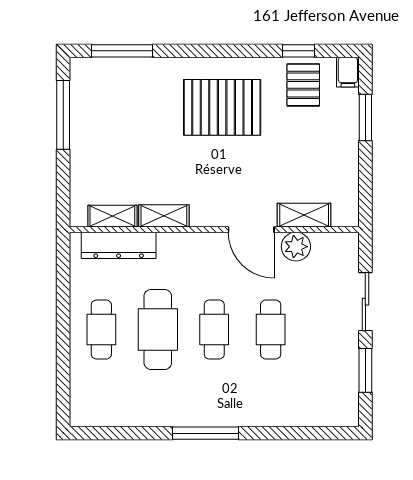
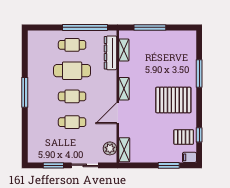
window: (122, 51) -> (199, 73), moved
pallet: (222, 107) -> (173, 100), turned 90
window: (63, 115) -> (150, 27), moved
shelving: (304, 215) -> (124, 150), moved
shelving: (164, 216) -> (124, 89), moved
plant: (296, 247) -> (110, 148), moved
window: (63, 301) -> (85, 27), added

